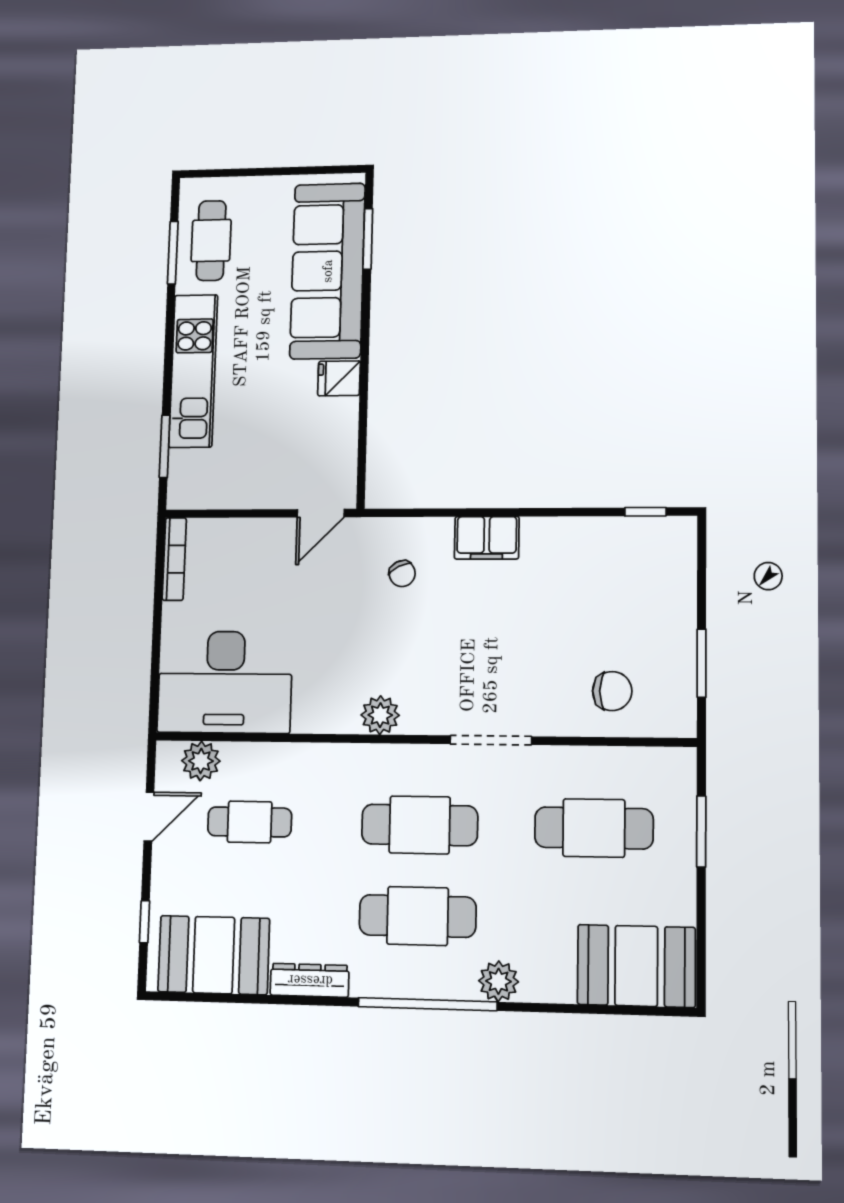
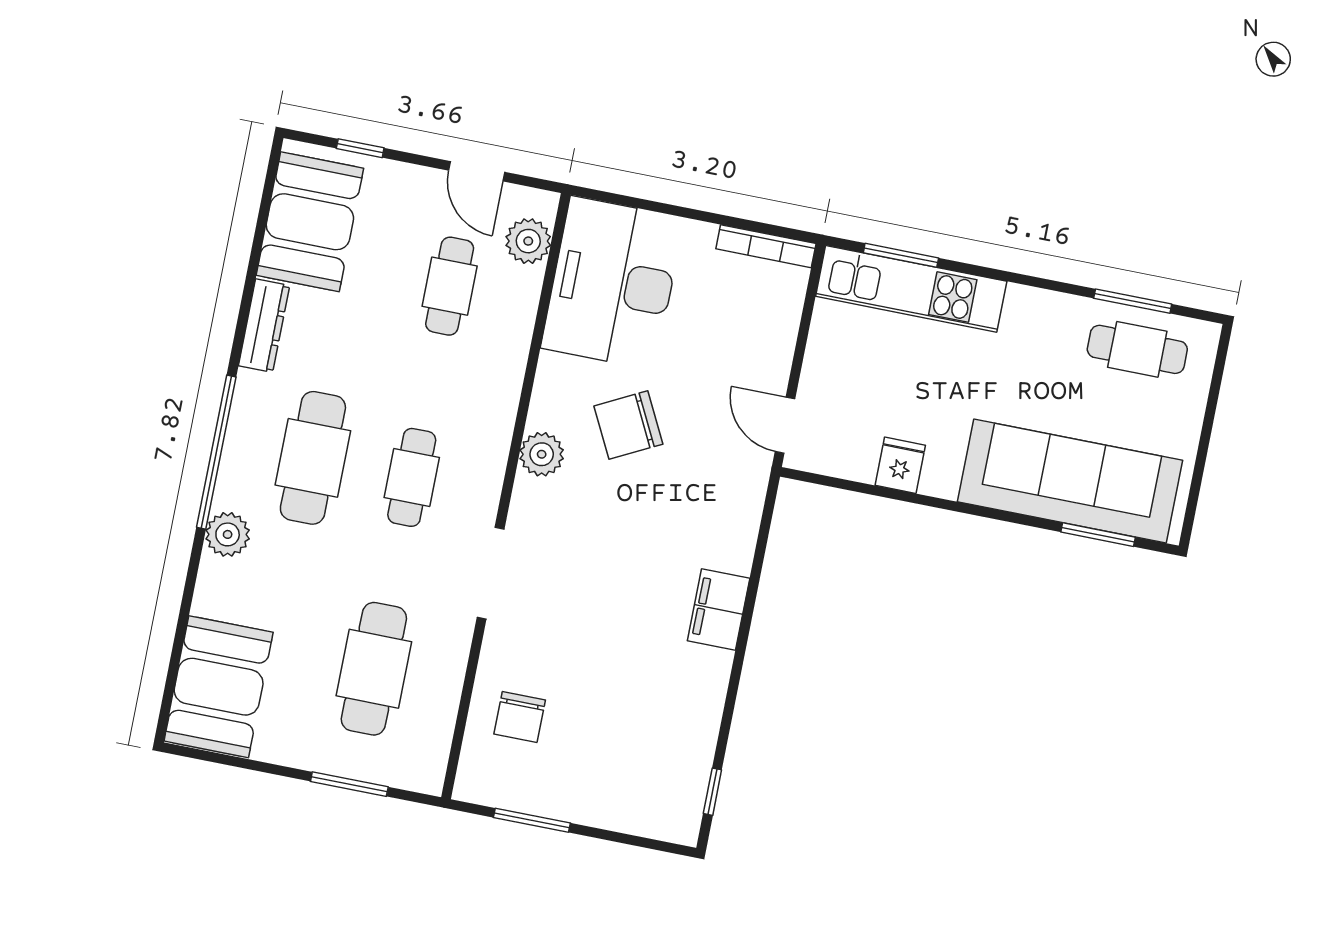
kitchen unit: (193, 371) -> (911, 289), moved
fridge: (339, 378) -> (900, 465), moved
chair: (402, 574) -> (628, 425), moved, width x1.87, depth x1.87
cafe table: (420, 825) -> (412, 477), width x0.73, depth x0.74

